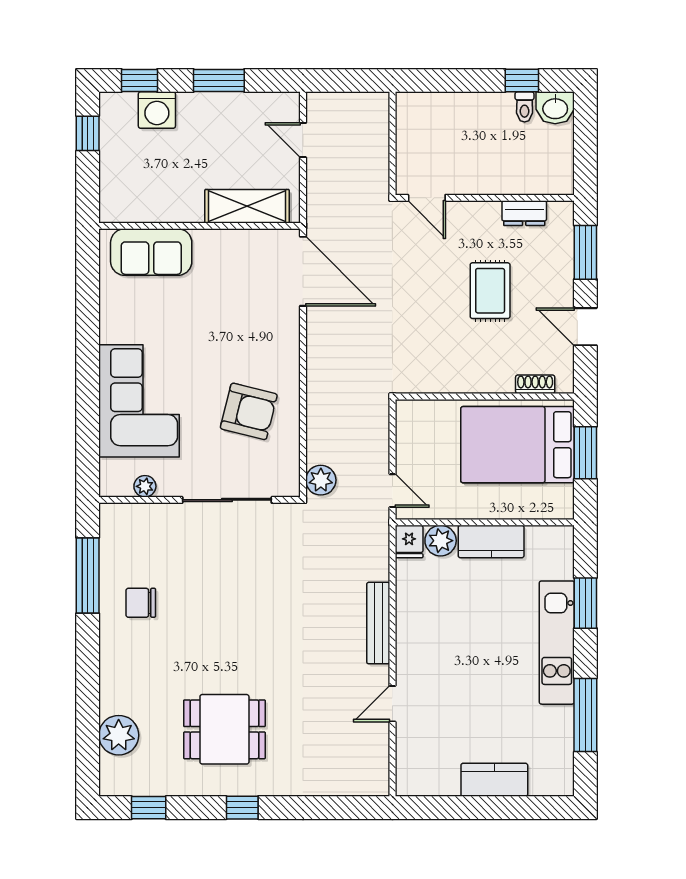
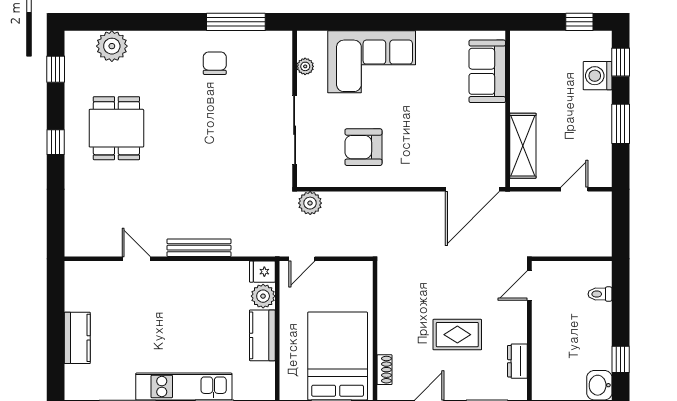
toilet: (525, 107) -> (600, 294), moved
armchair: (249, 411) -> (363, 147), turned 76

